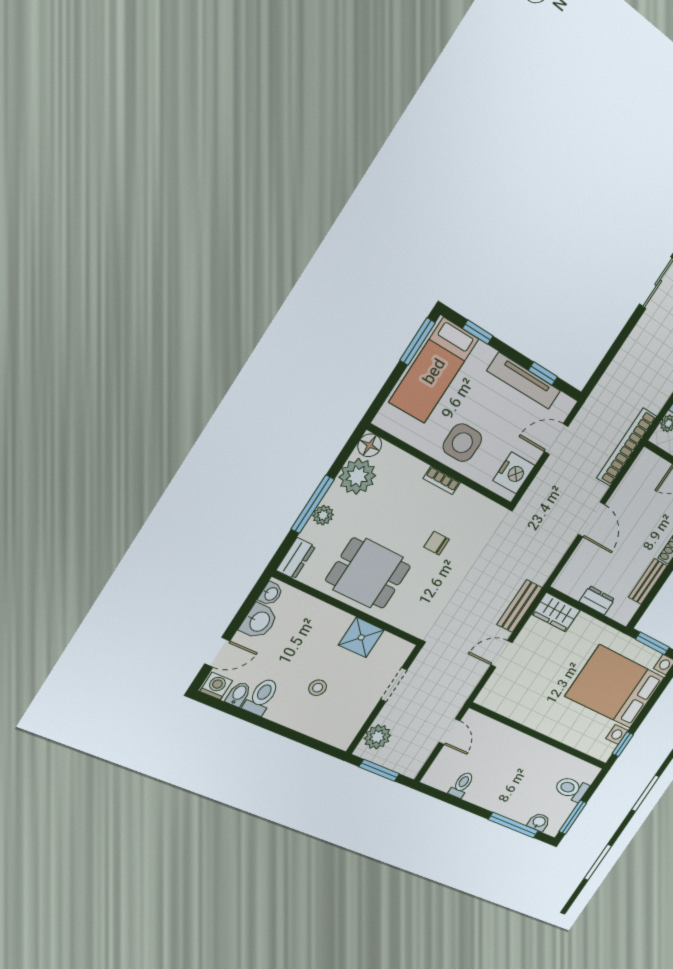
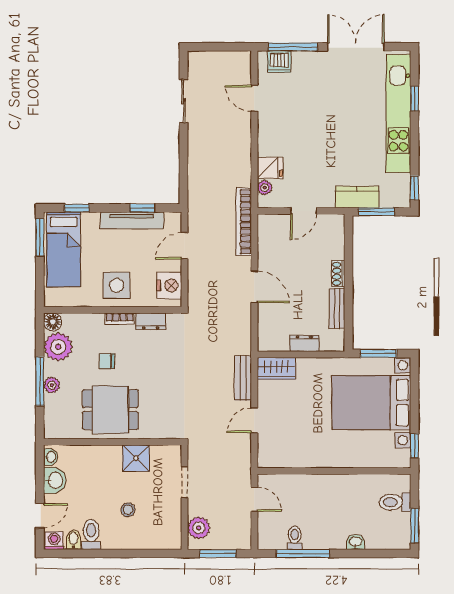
chair: (437, 543) -> (107, 361), moved
dresser: (296, 558) -> (151, 321), moved, turned 90
washbasin: (539, 822) -> (355, 542), moved
window: (513, 825) -> (303, 553), moved

